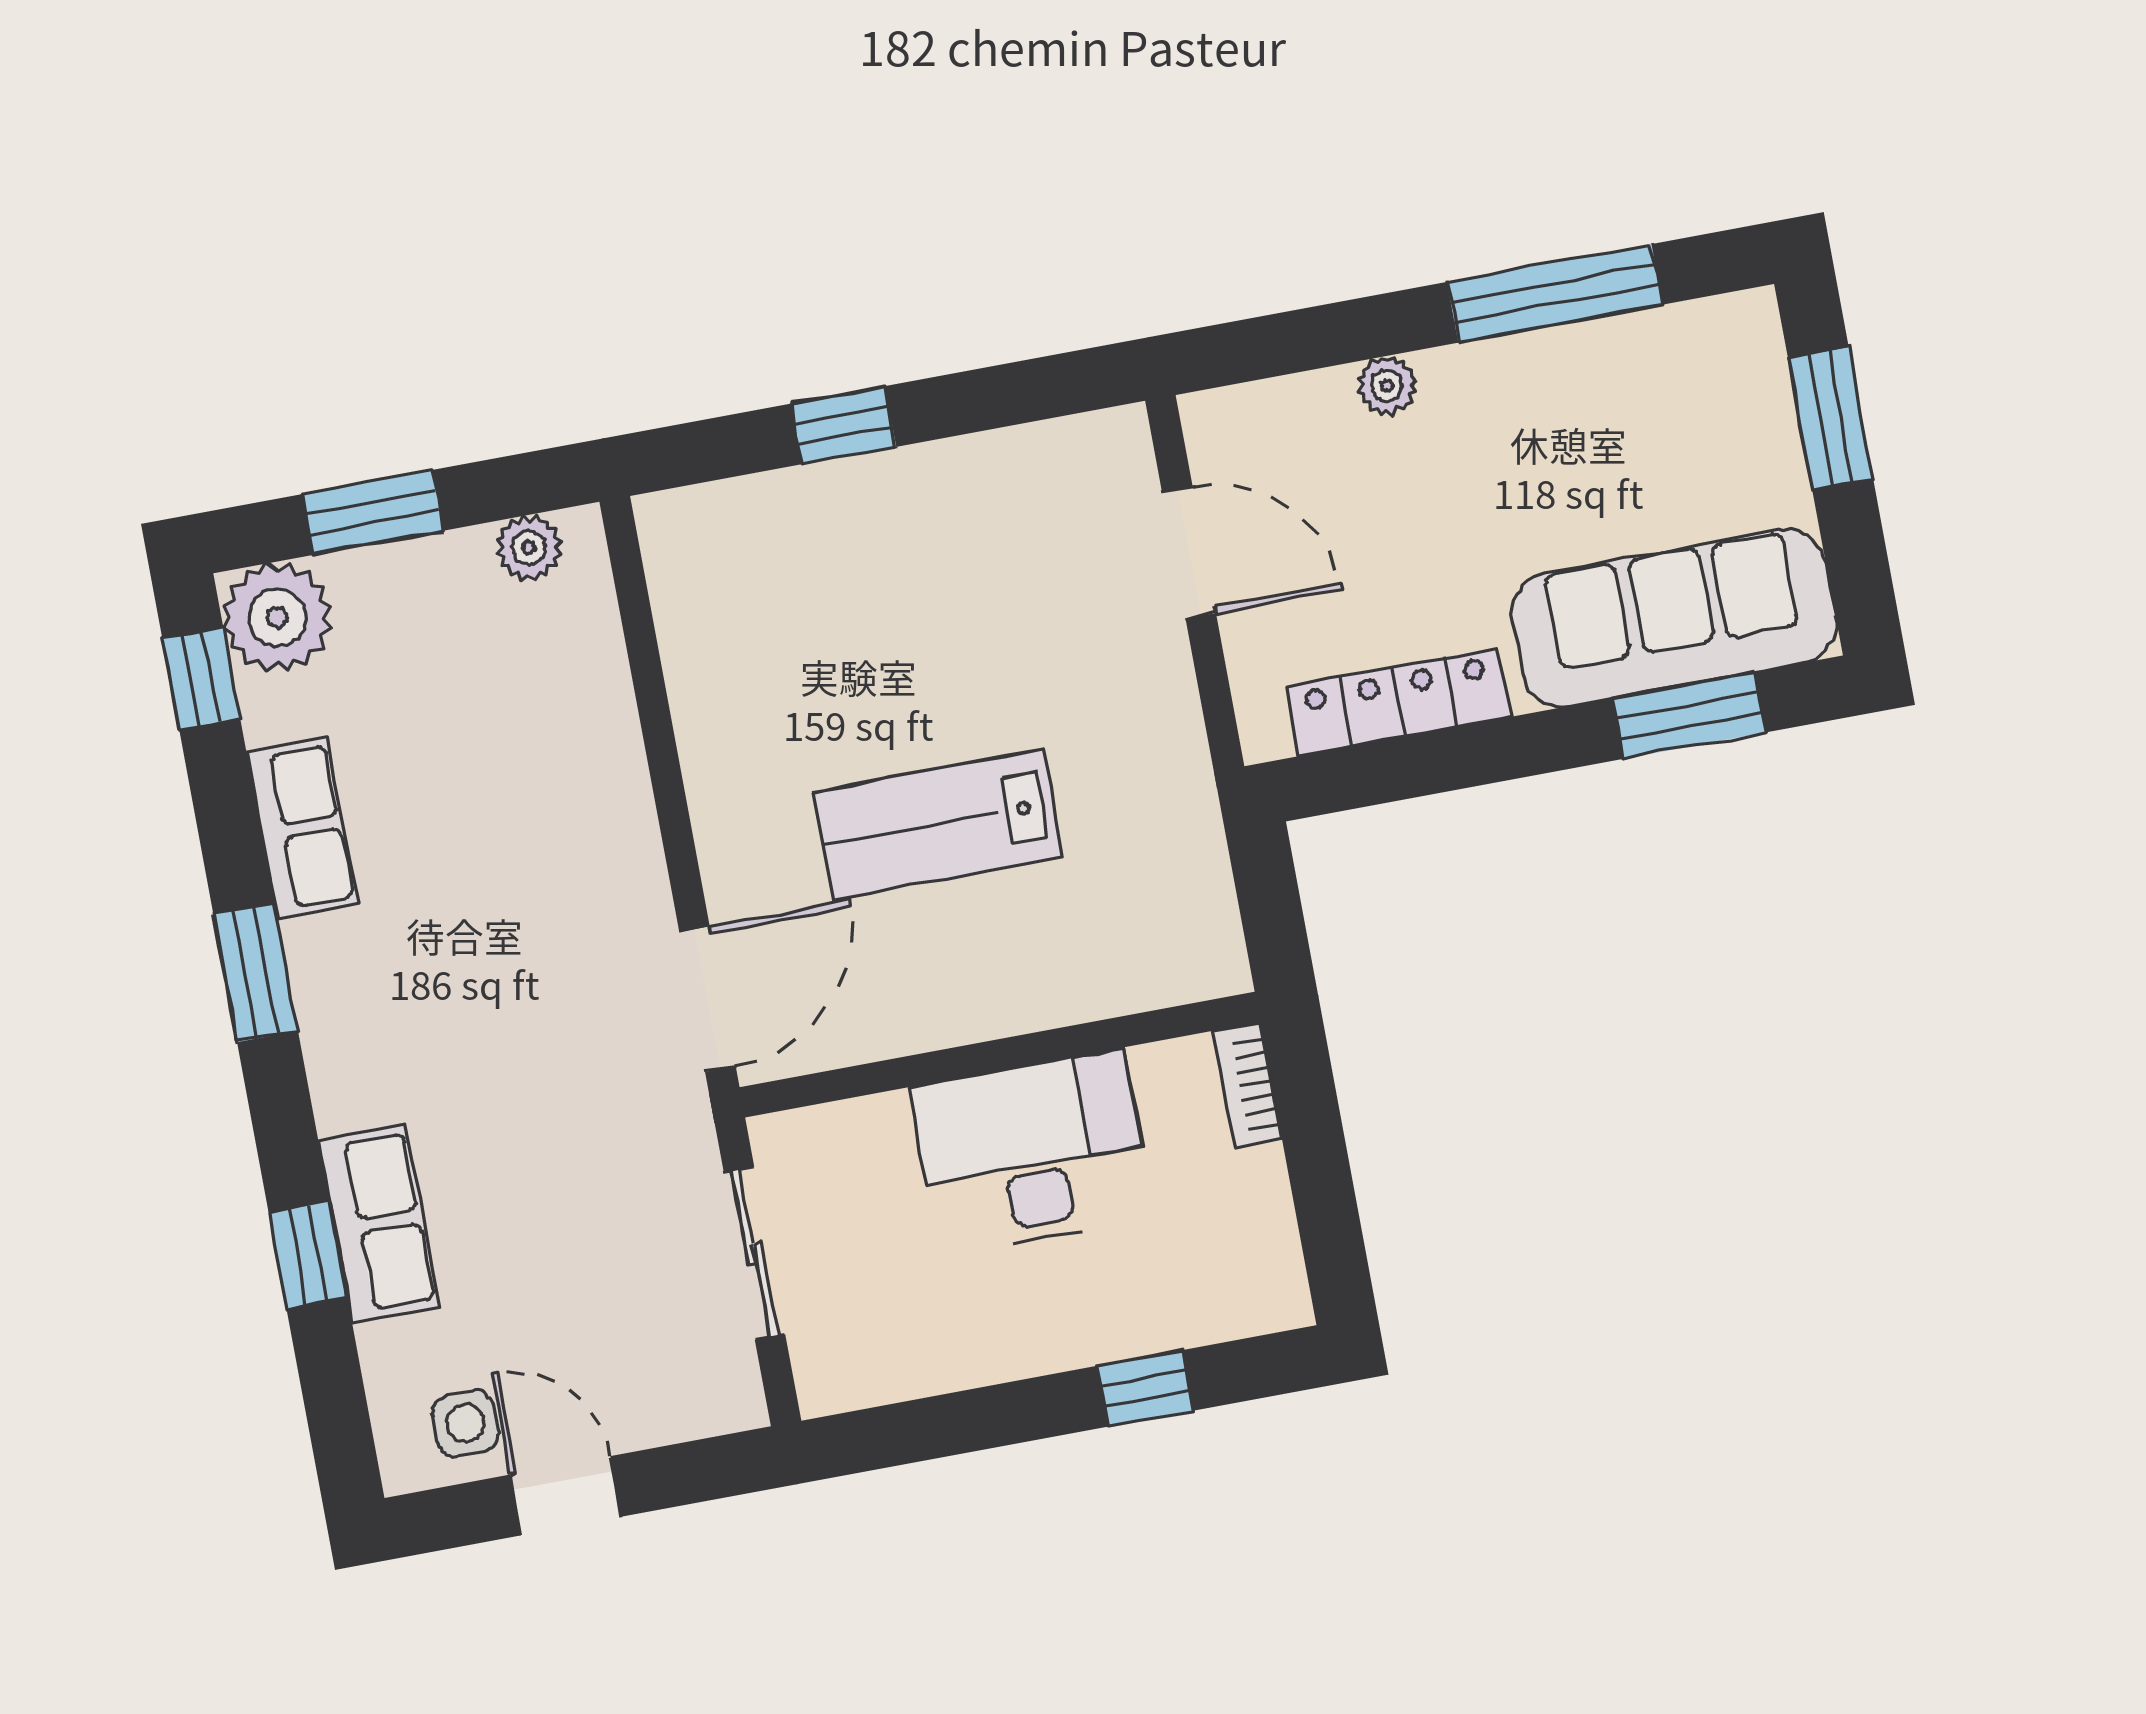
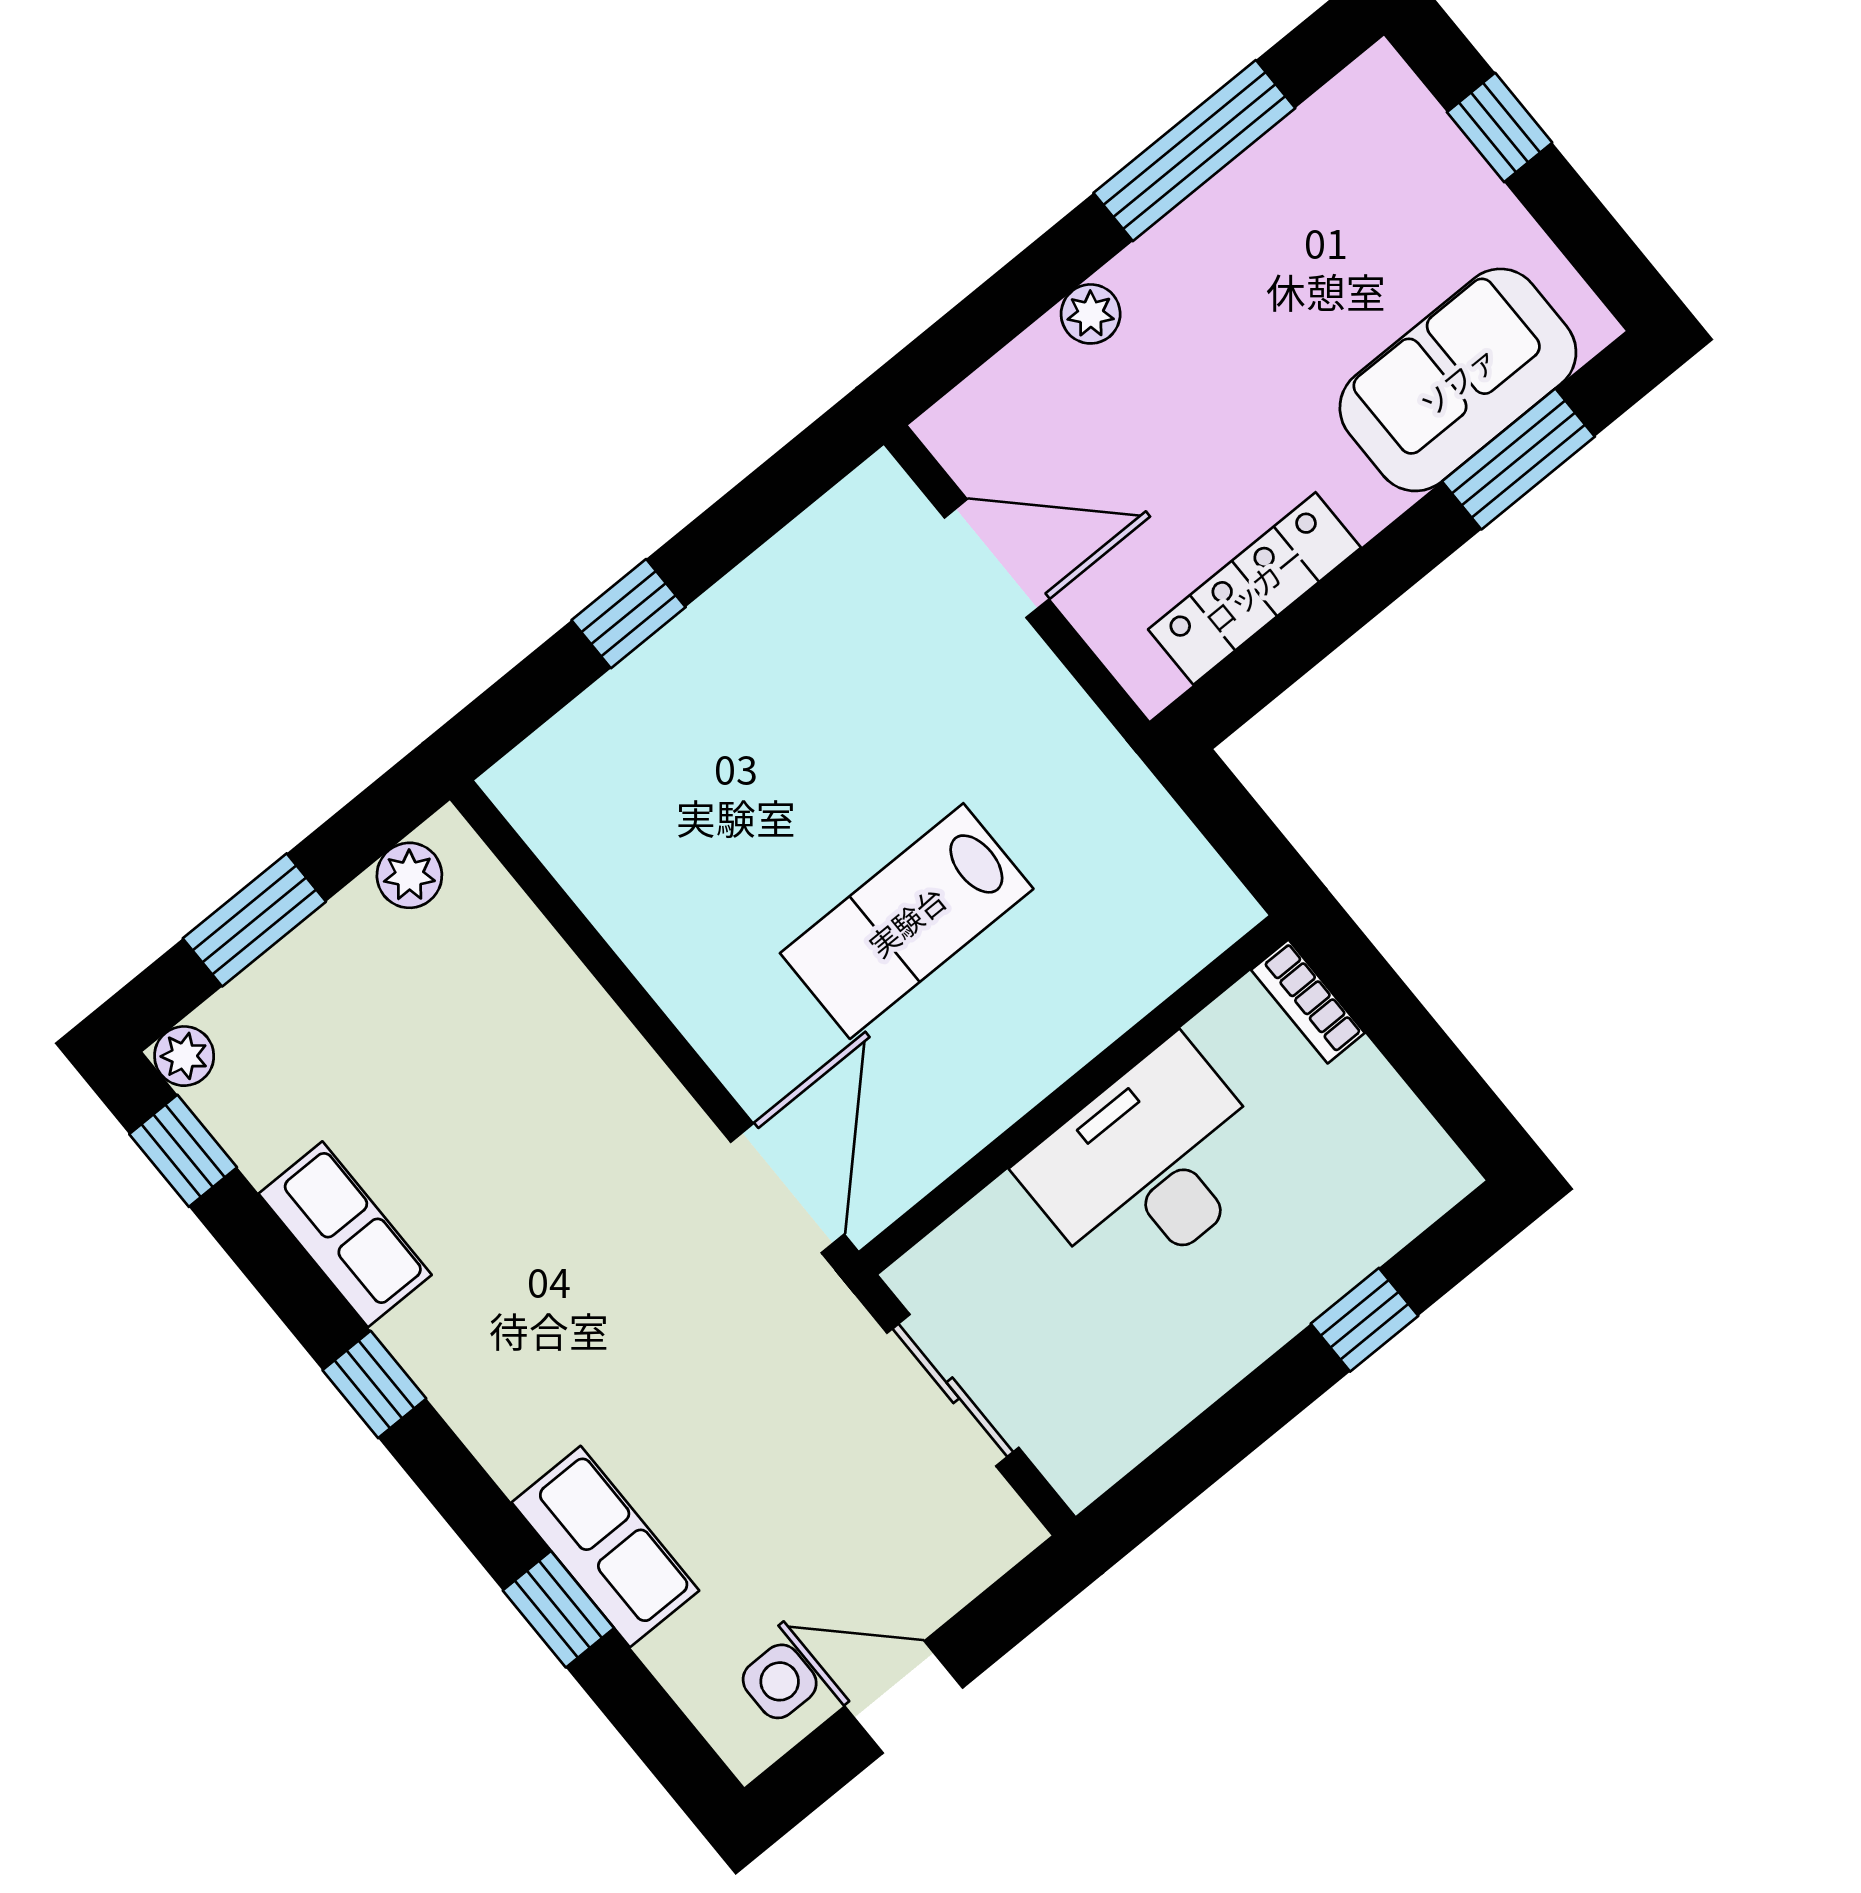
window: (1831, 419) -> (1500, 127), width x0.67
plant: (277, 617) -> (184, 1056), width x0.53, depth x0.53
sofa: (1674, 618) -> (1458, 380), width x0.73
window: (256, 972) -> (374, 1384), width x0.67

